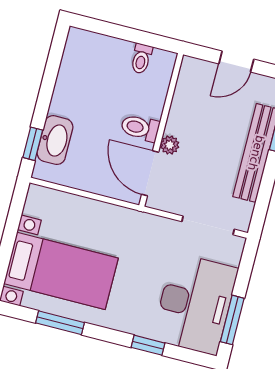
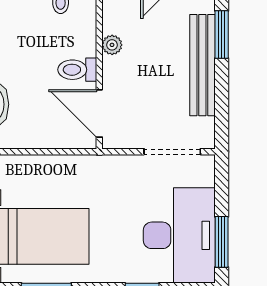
plant: (170, 145) -> (112, 45), moved

